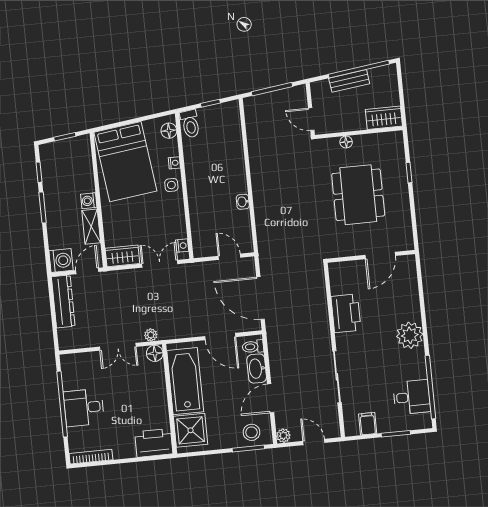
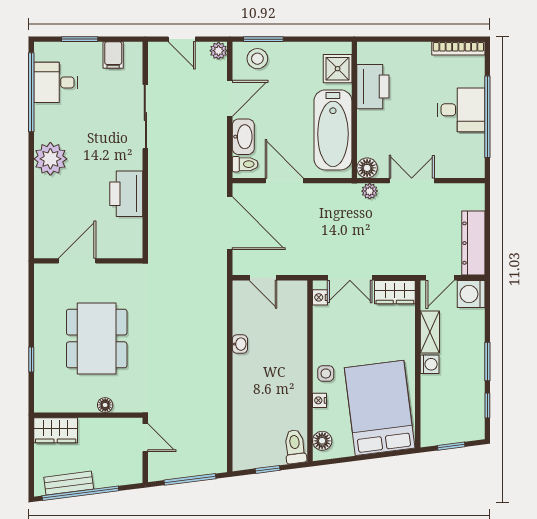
bench: (349, 81) -> (69, 483), moved
shower: (191, 430) -> (338, 69), width x0.73, depth x0.73
printer: (154, 443) -> (373, 87), moved, turned -90

